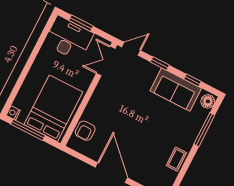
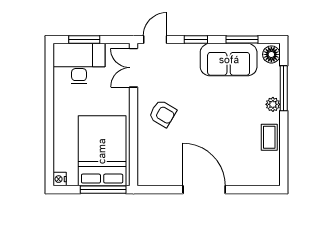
window: (192, 80) -> (242, 40), width x1.50
window: (28, 130) -> (103, 190), moved
armchair: (85, 131) -> (163, 114), moved, turned -59
plant: (191, 137) -> (273, 104), added

